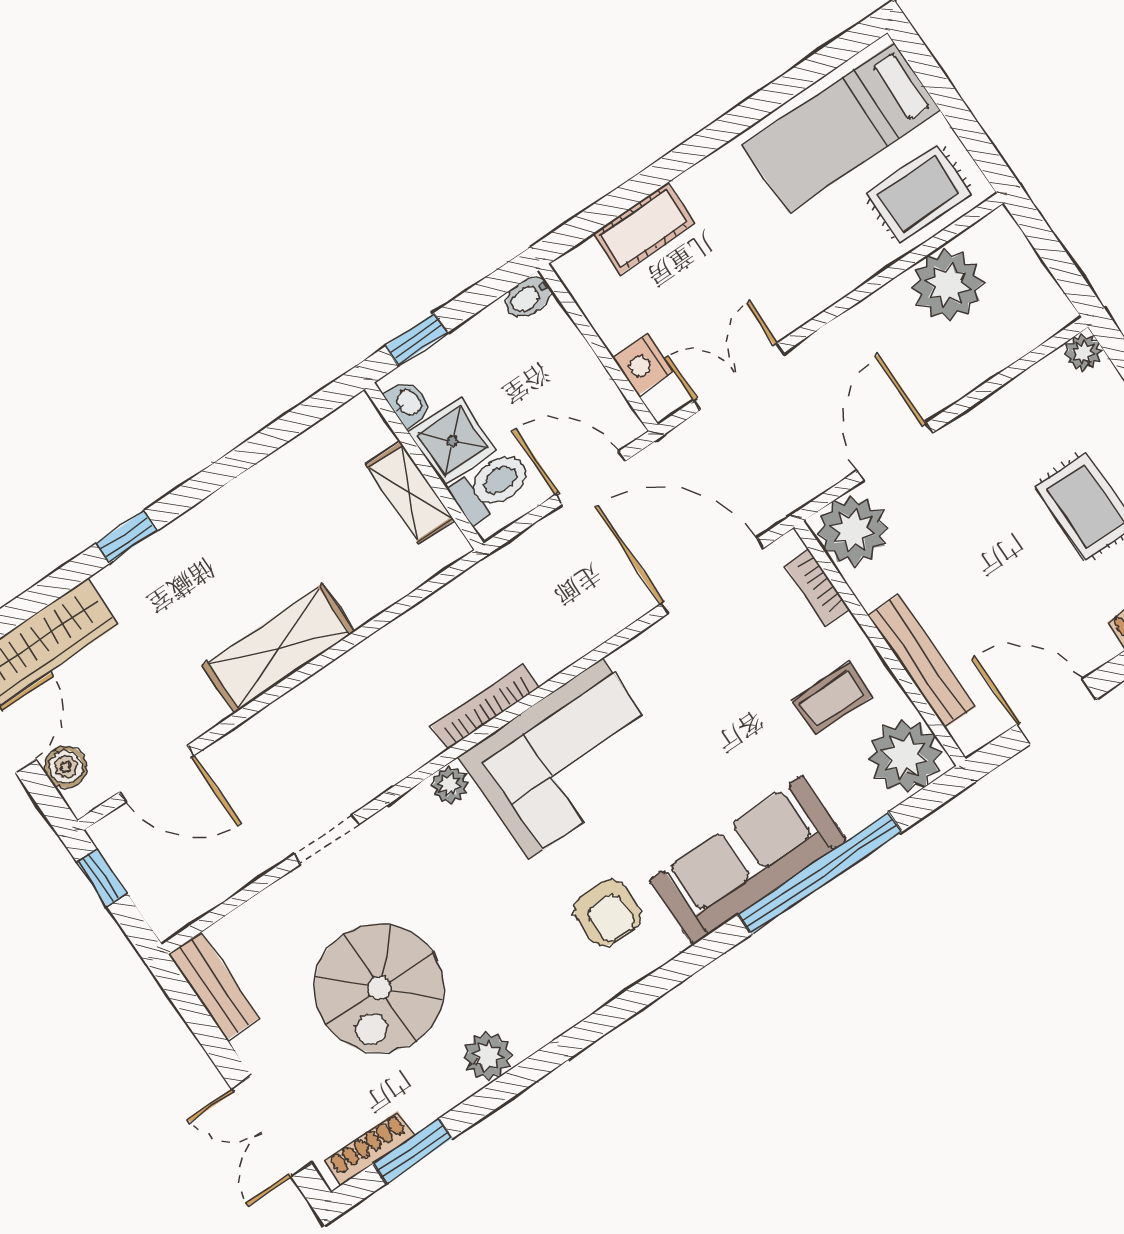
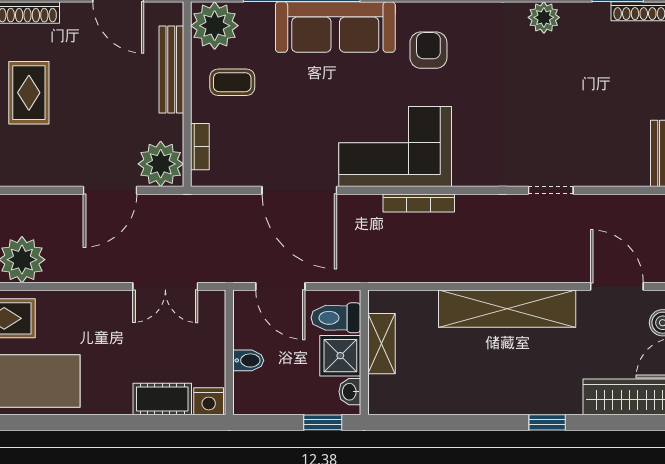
bidet: (528, 297) -> (248, 360), moved
nightstand: (643, 364) -> (209, 401), moved, turned 90
door: (712, 576) -> (299, 190), moved
shelving: (279, 648) -> (507, 309), width x1.47
plant: (450, 785) -> (466, 175), removed
spiral stairs: (379, 988) -> (577, 93), removed

